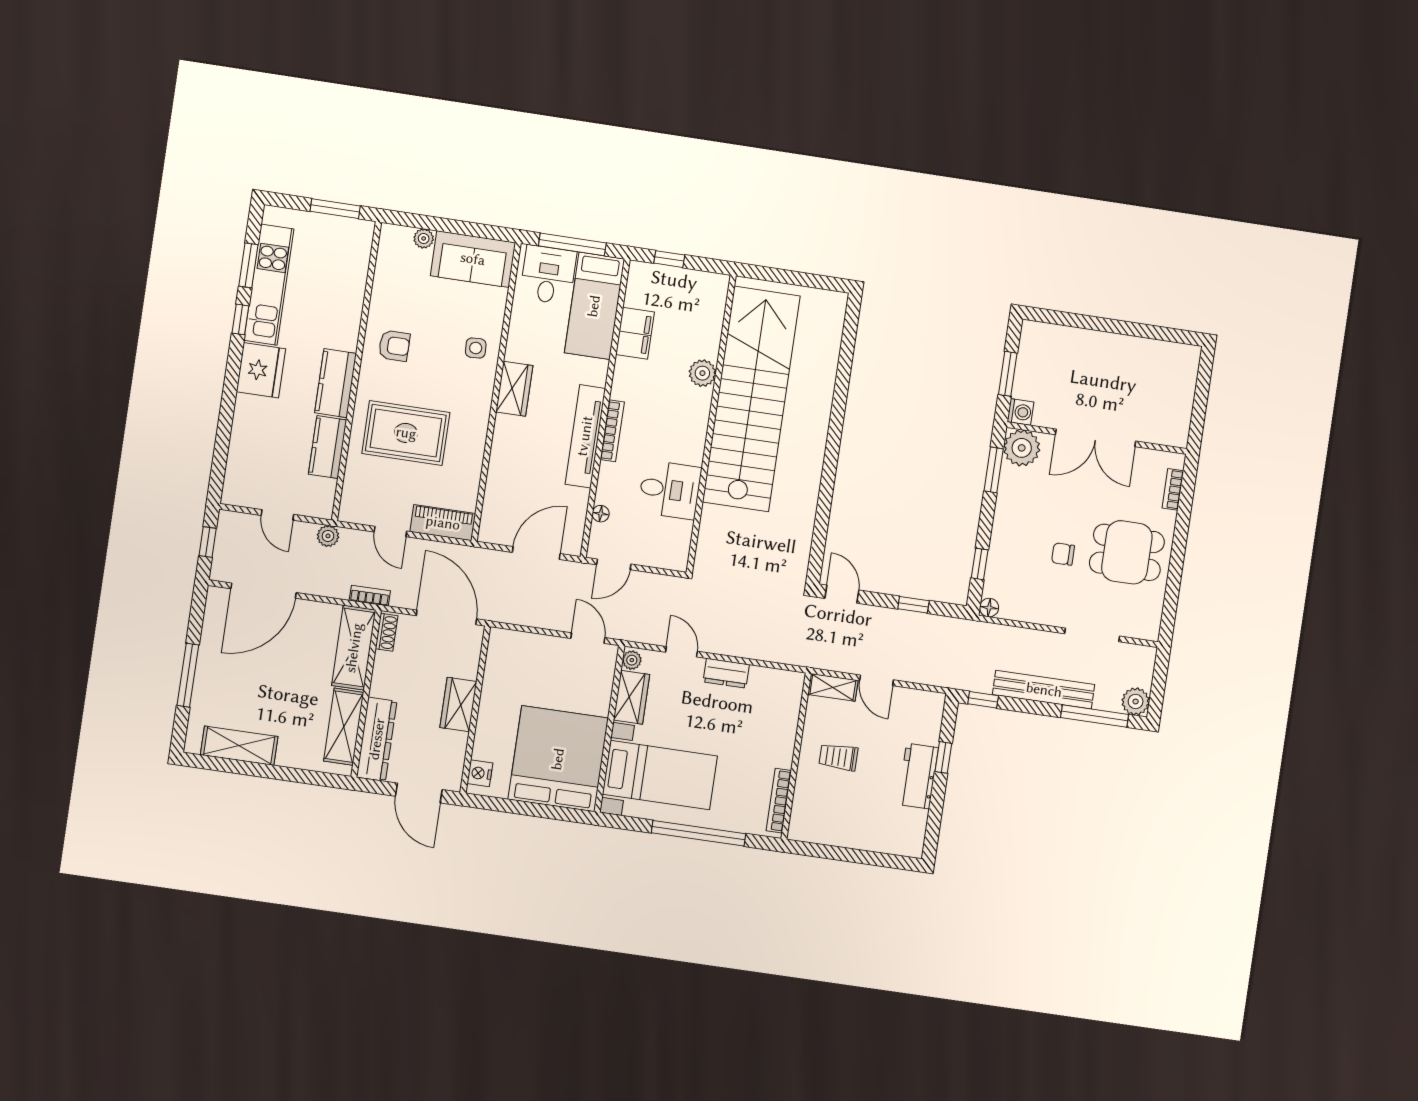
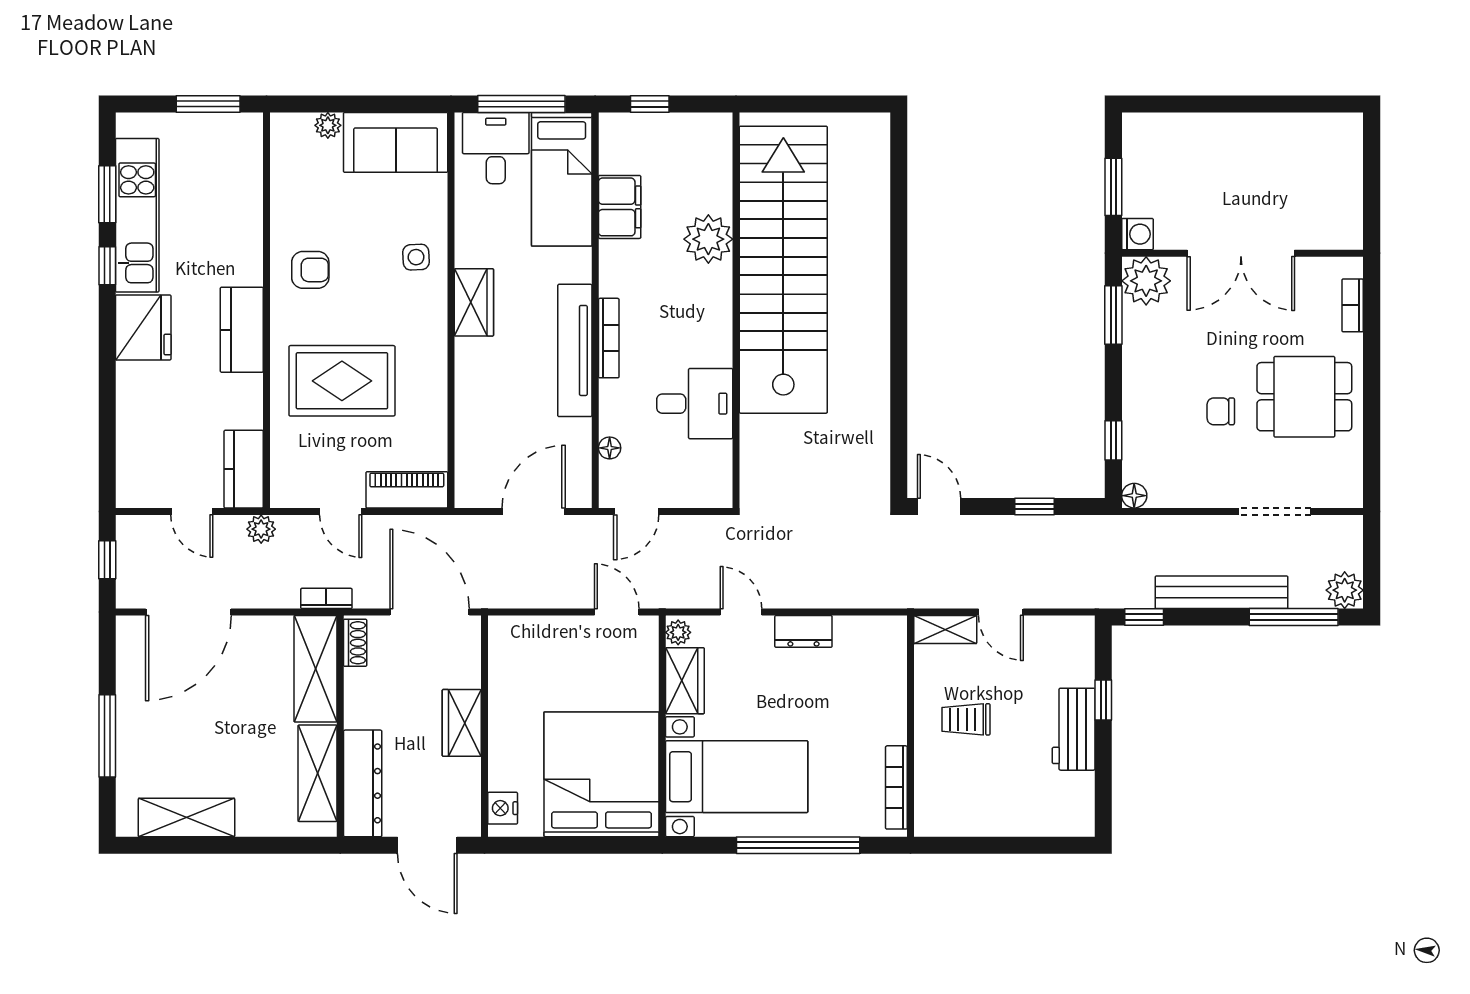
plant: (702, 373) -> (708, 239), width x1.36, depth x1.36
kitchen counter: (328, 447) -> (244, 469), moved

